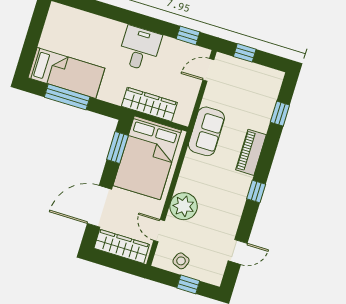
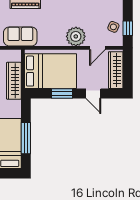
window: (117, 148) -> (62, 93), moved
door: (99, 206) -> (93, 93), width x0.53
window: (188, 284) -> (128, 28), moved

